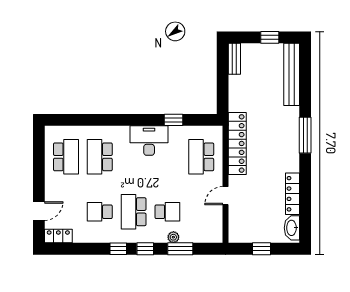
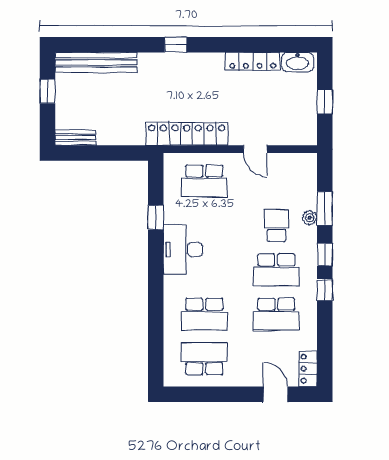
window: (305, 135) -> (176, 45), width x0.46
school desk: (100, 212) -> (276, 314), width x1.85

